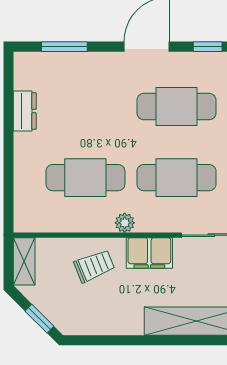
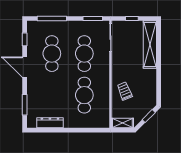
dresser: (25, 111) -> (50, 123), width x1.44
plant: (125, 223) -> (105, 77), removed
filing cabinet: (149, 253) -> (119, 66), removed

